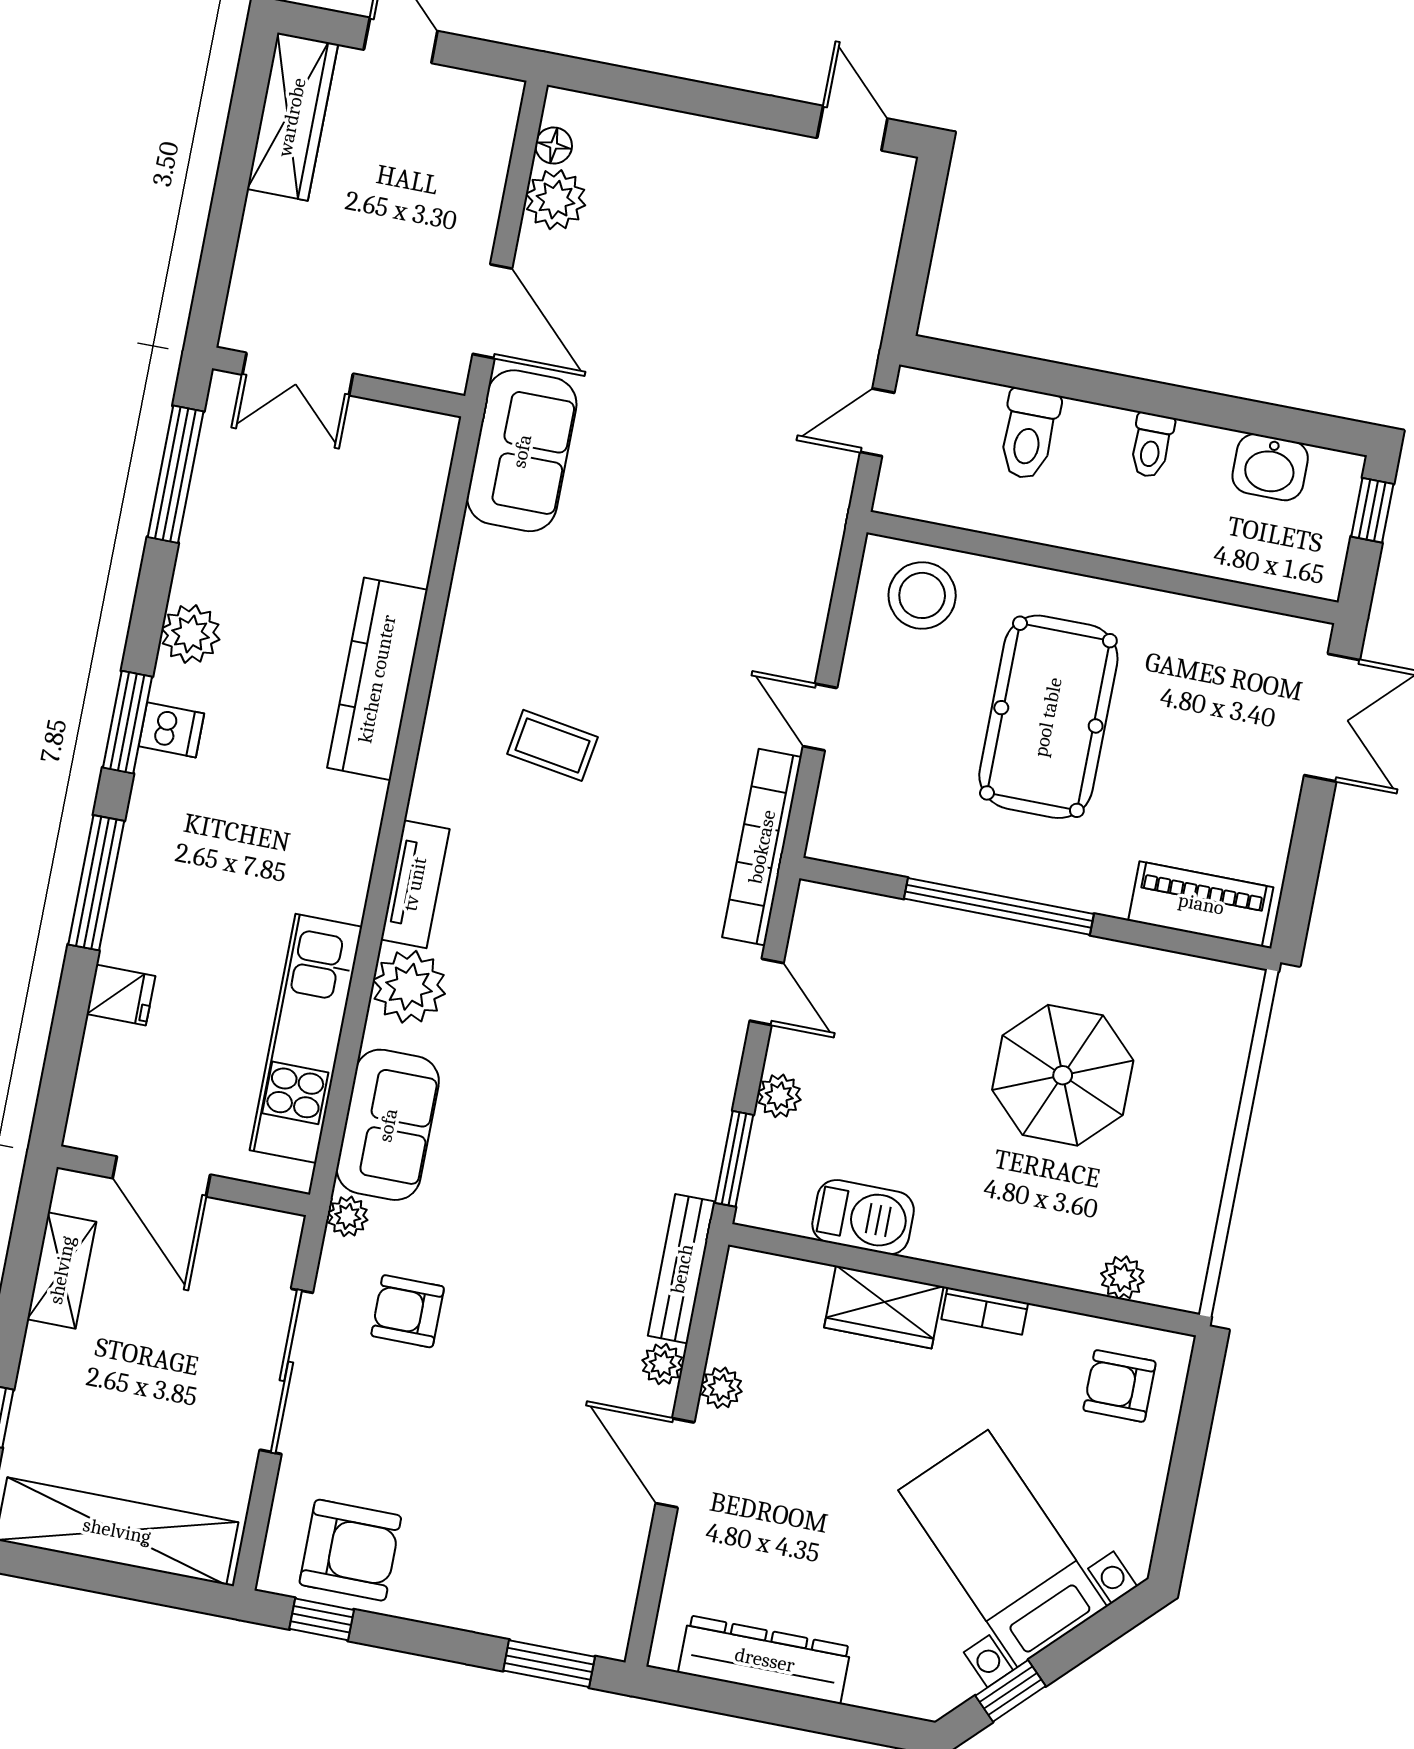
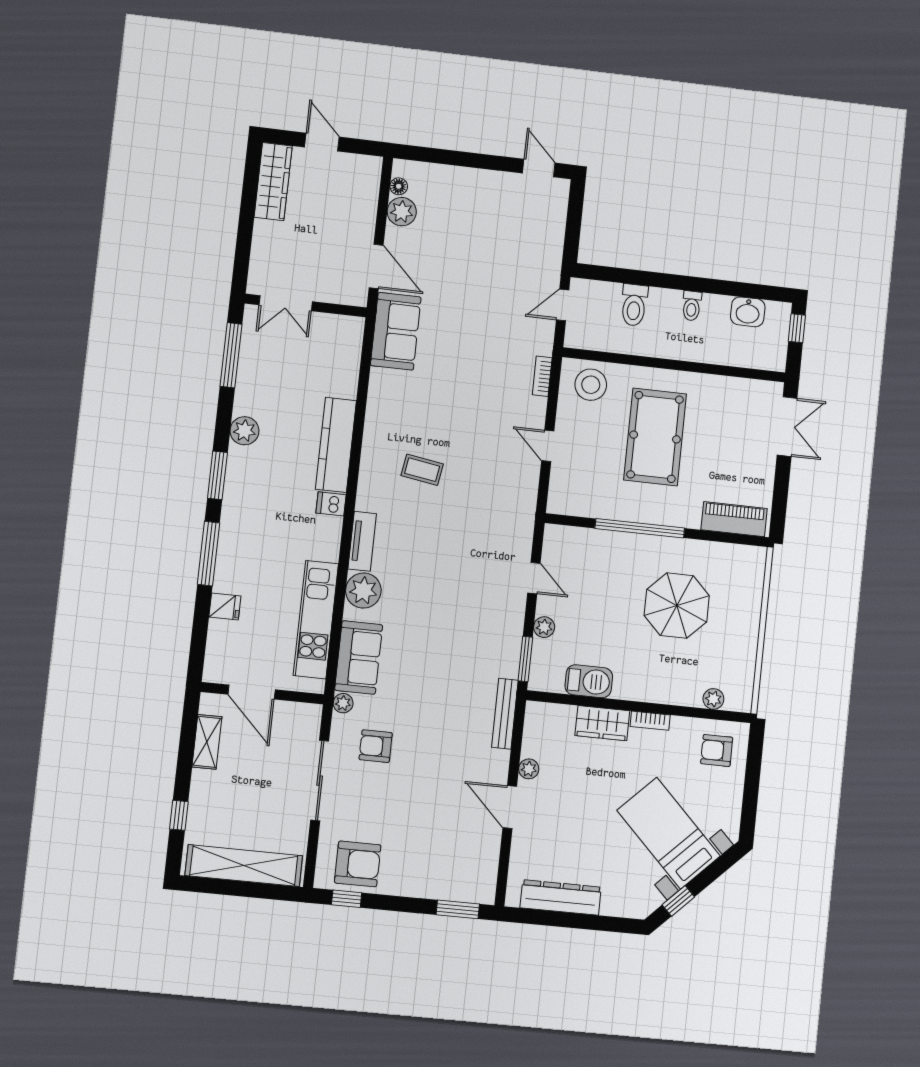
dishwasher: (171, 730) -> (331, 504), moved, turned 180
bookcase: (762, 847) -> (542, 376), moved, width x0.43, depth x0.76
plant: (663, 1364) -> (500, 760), removed

